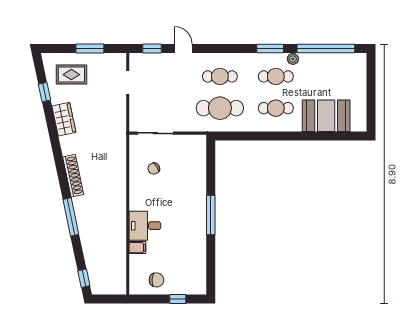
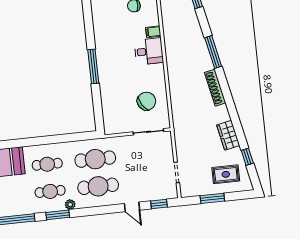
plant: (293, 59) -> (70, 205), moved
cafe table: (220, 76) -> (98, 186), width x1.37, depth x1.35
chair: (154, 169) -> (146, 101), width x1.87, depth x1.87

